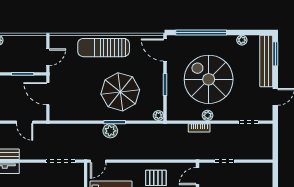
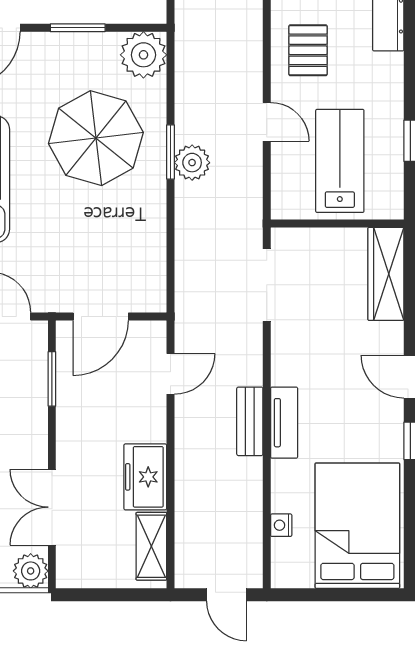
plant: (158, 115) -> (143, 55), width x1.88, depth x1.88
door: (98, 161) -> (267, 122), moved

